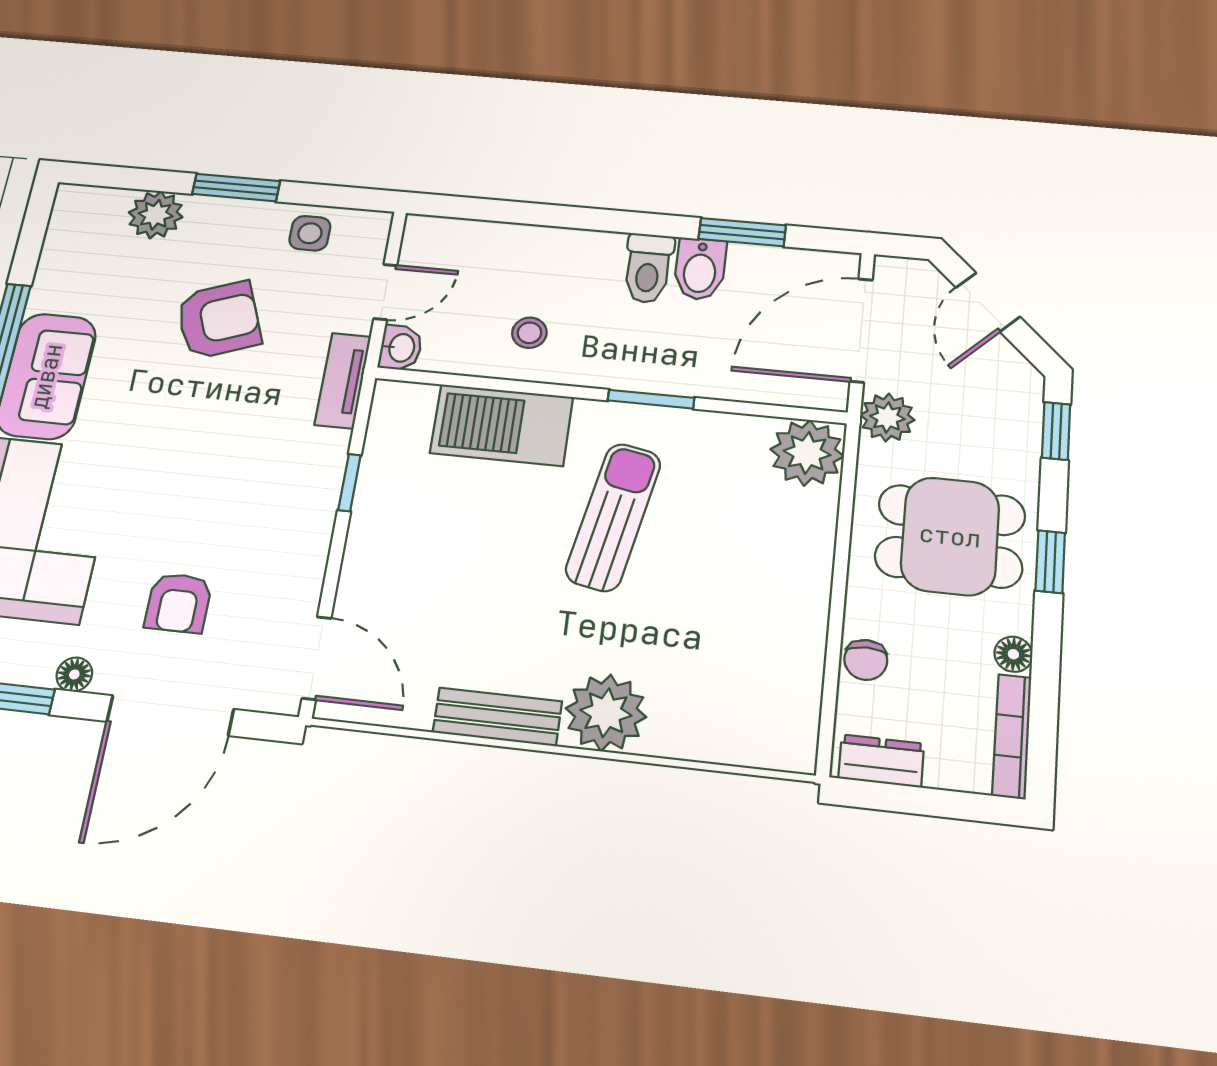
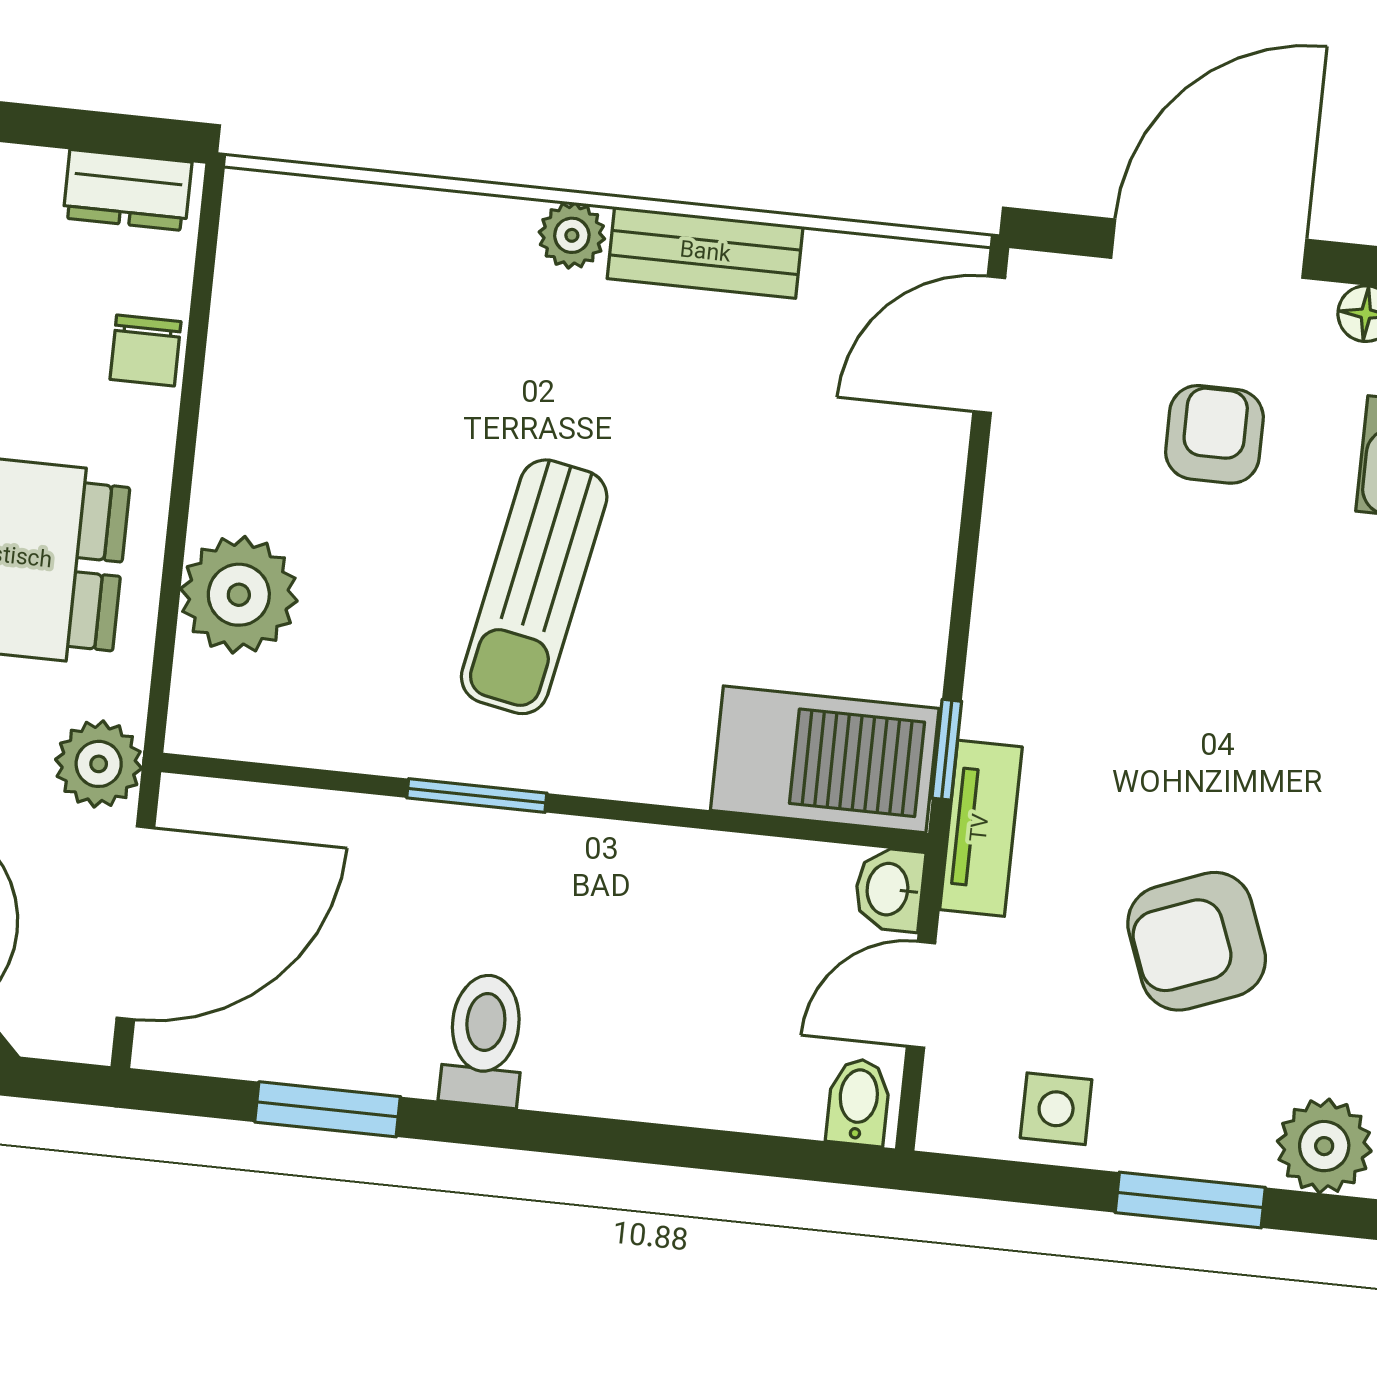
bidet: (700, 269) -> (858, 1102), moved, width x0.72, depth x0.74
stool: (529, 333) -> (678, 918), removed
barbecue: (502, 425) -> (825, 759), moved
plant: (807, 453) -> (239, 595), moved
window: (350, 483) -> (947, 750), moved
door: (317, 658) -> (989, 345), hinge flipped
chair: (866, 660) -> (145, 350), turned 180
plant: (606, 713) -> (572, 235), width x0.53, depth x0.53

